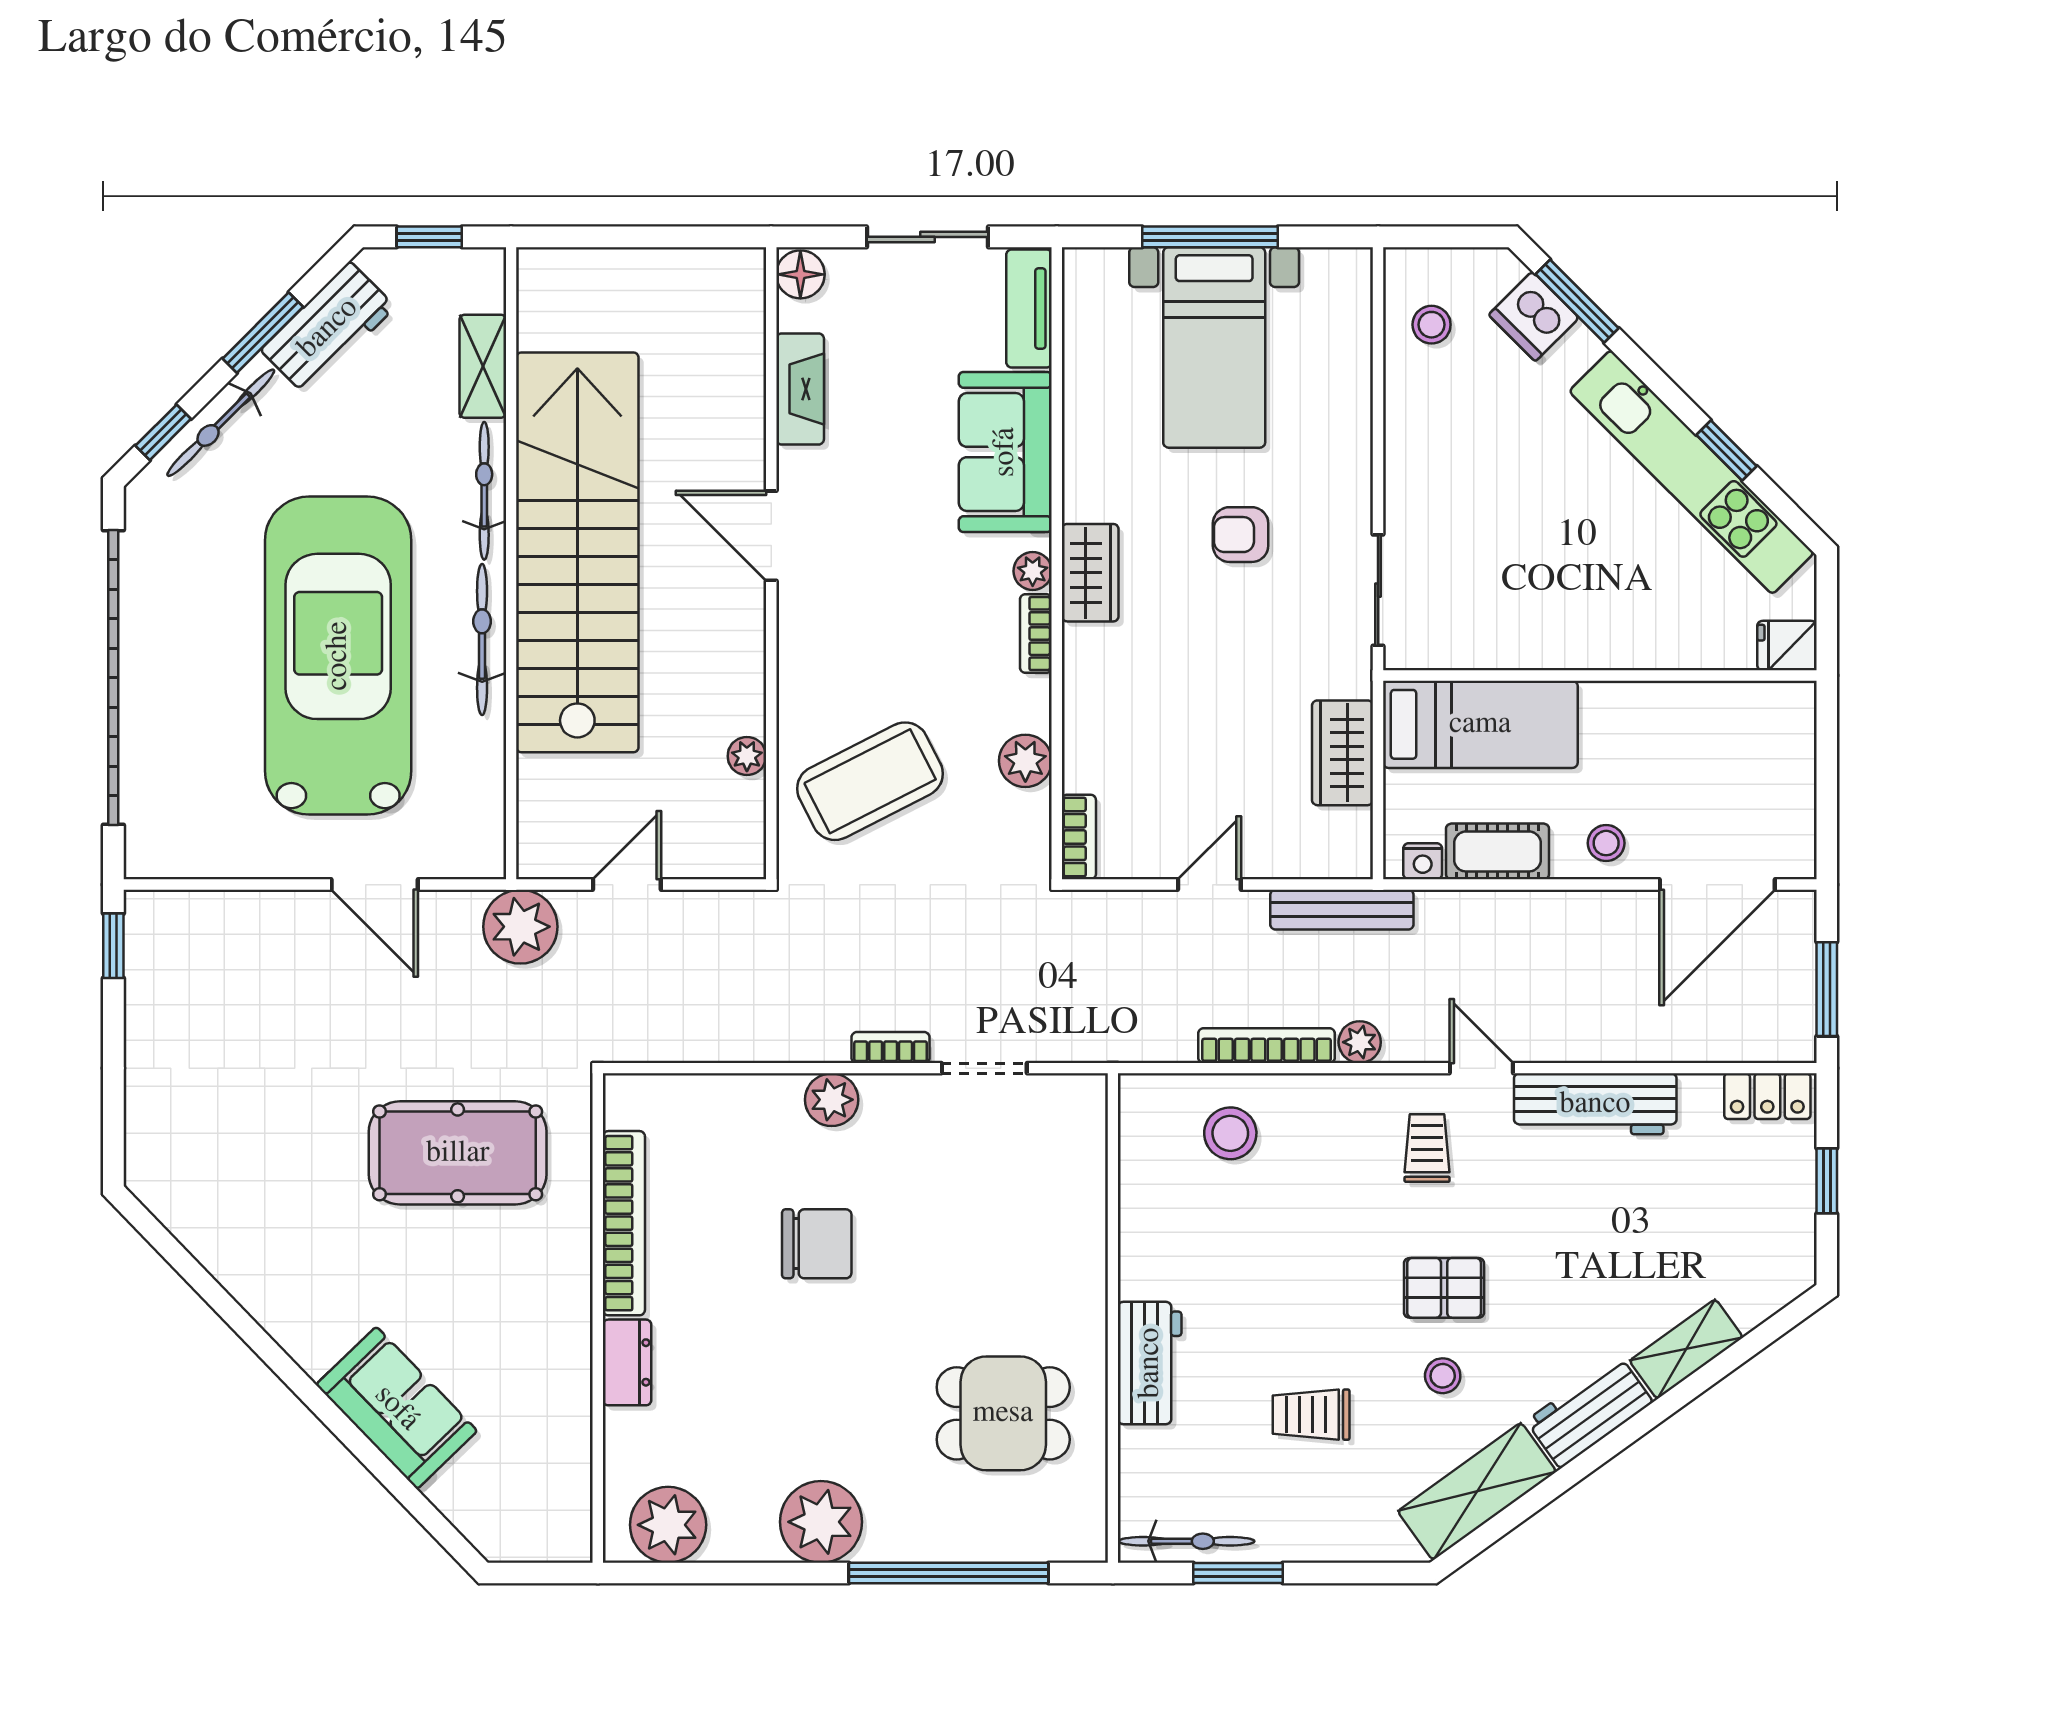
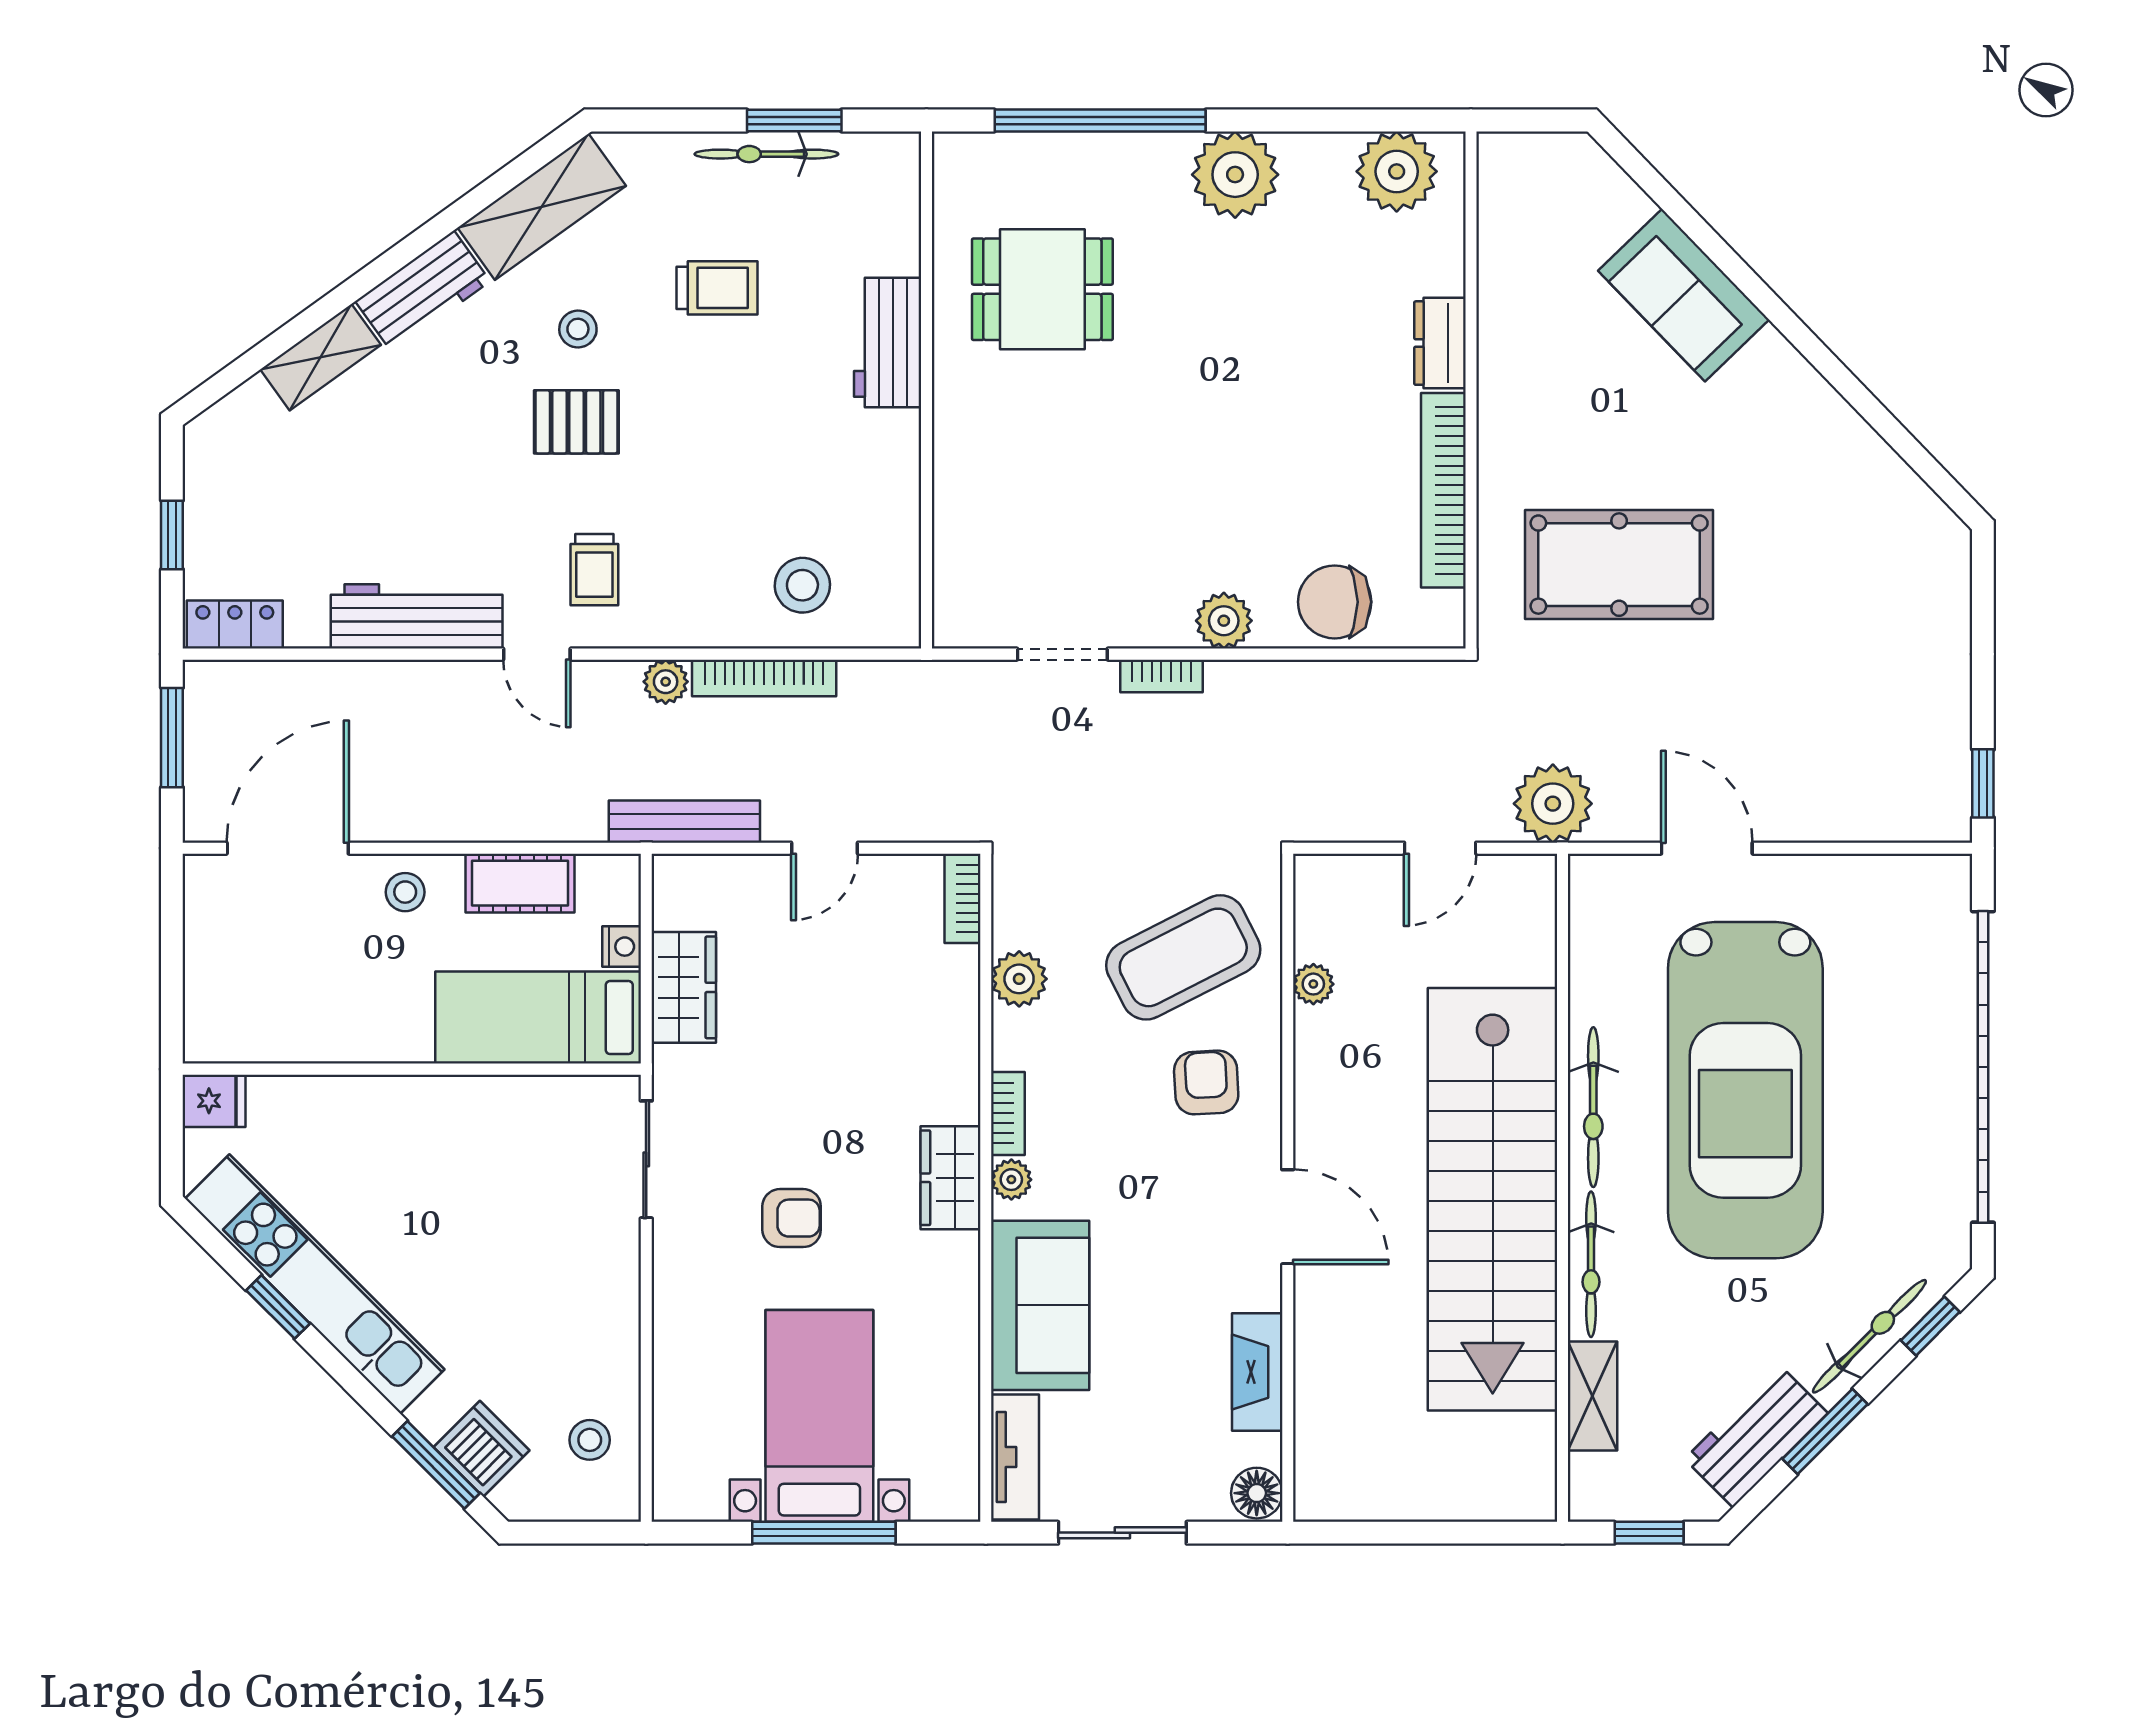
armchair: (848, 663) -> (1206, 1082), added
nightstand: (1423, 861) -> (622, 947), moved, turned 90
chair: (817, 1244) -> (1335, 602), moved
bicycle: (1186, 1541) -> (766, 154), moved

